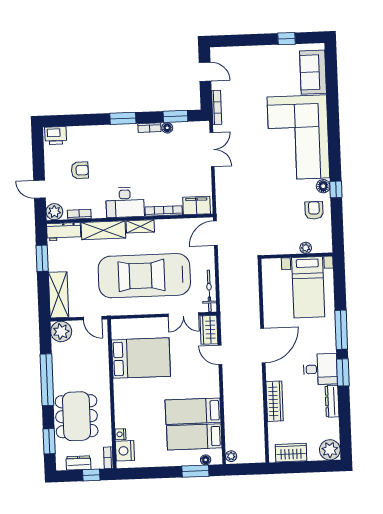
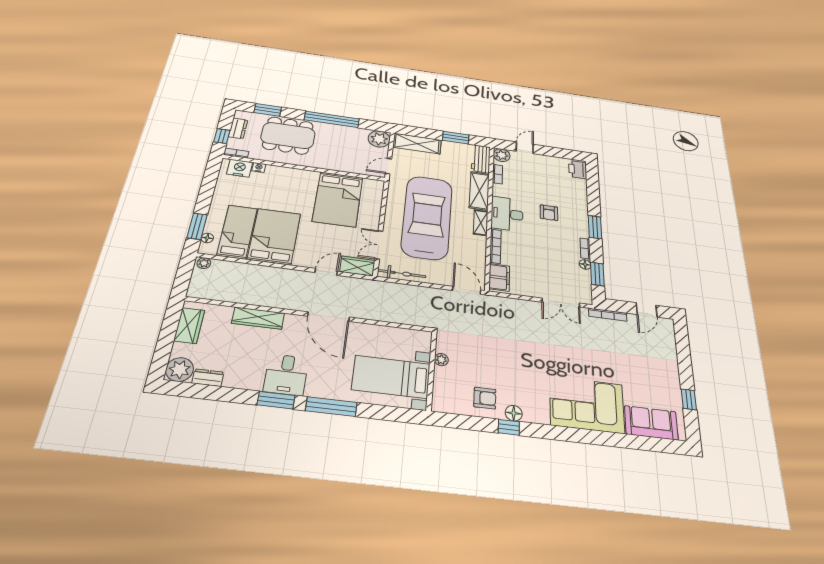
corner sofa: (298, 137) -> (587, 405), width x0.73, depth x0.74
armchair: (80, 170) -> (549, 213), moved
plant: (306, 248) -> (441, 360), moved
dresser: (332, 401) -> (208, 378), moved, width x0.70
bed: (193, 411) -> (274, 236), width x1.50

